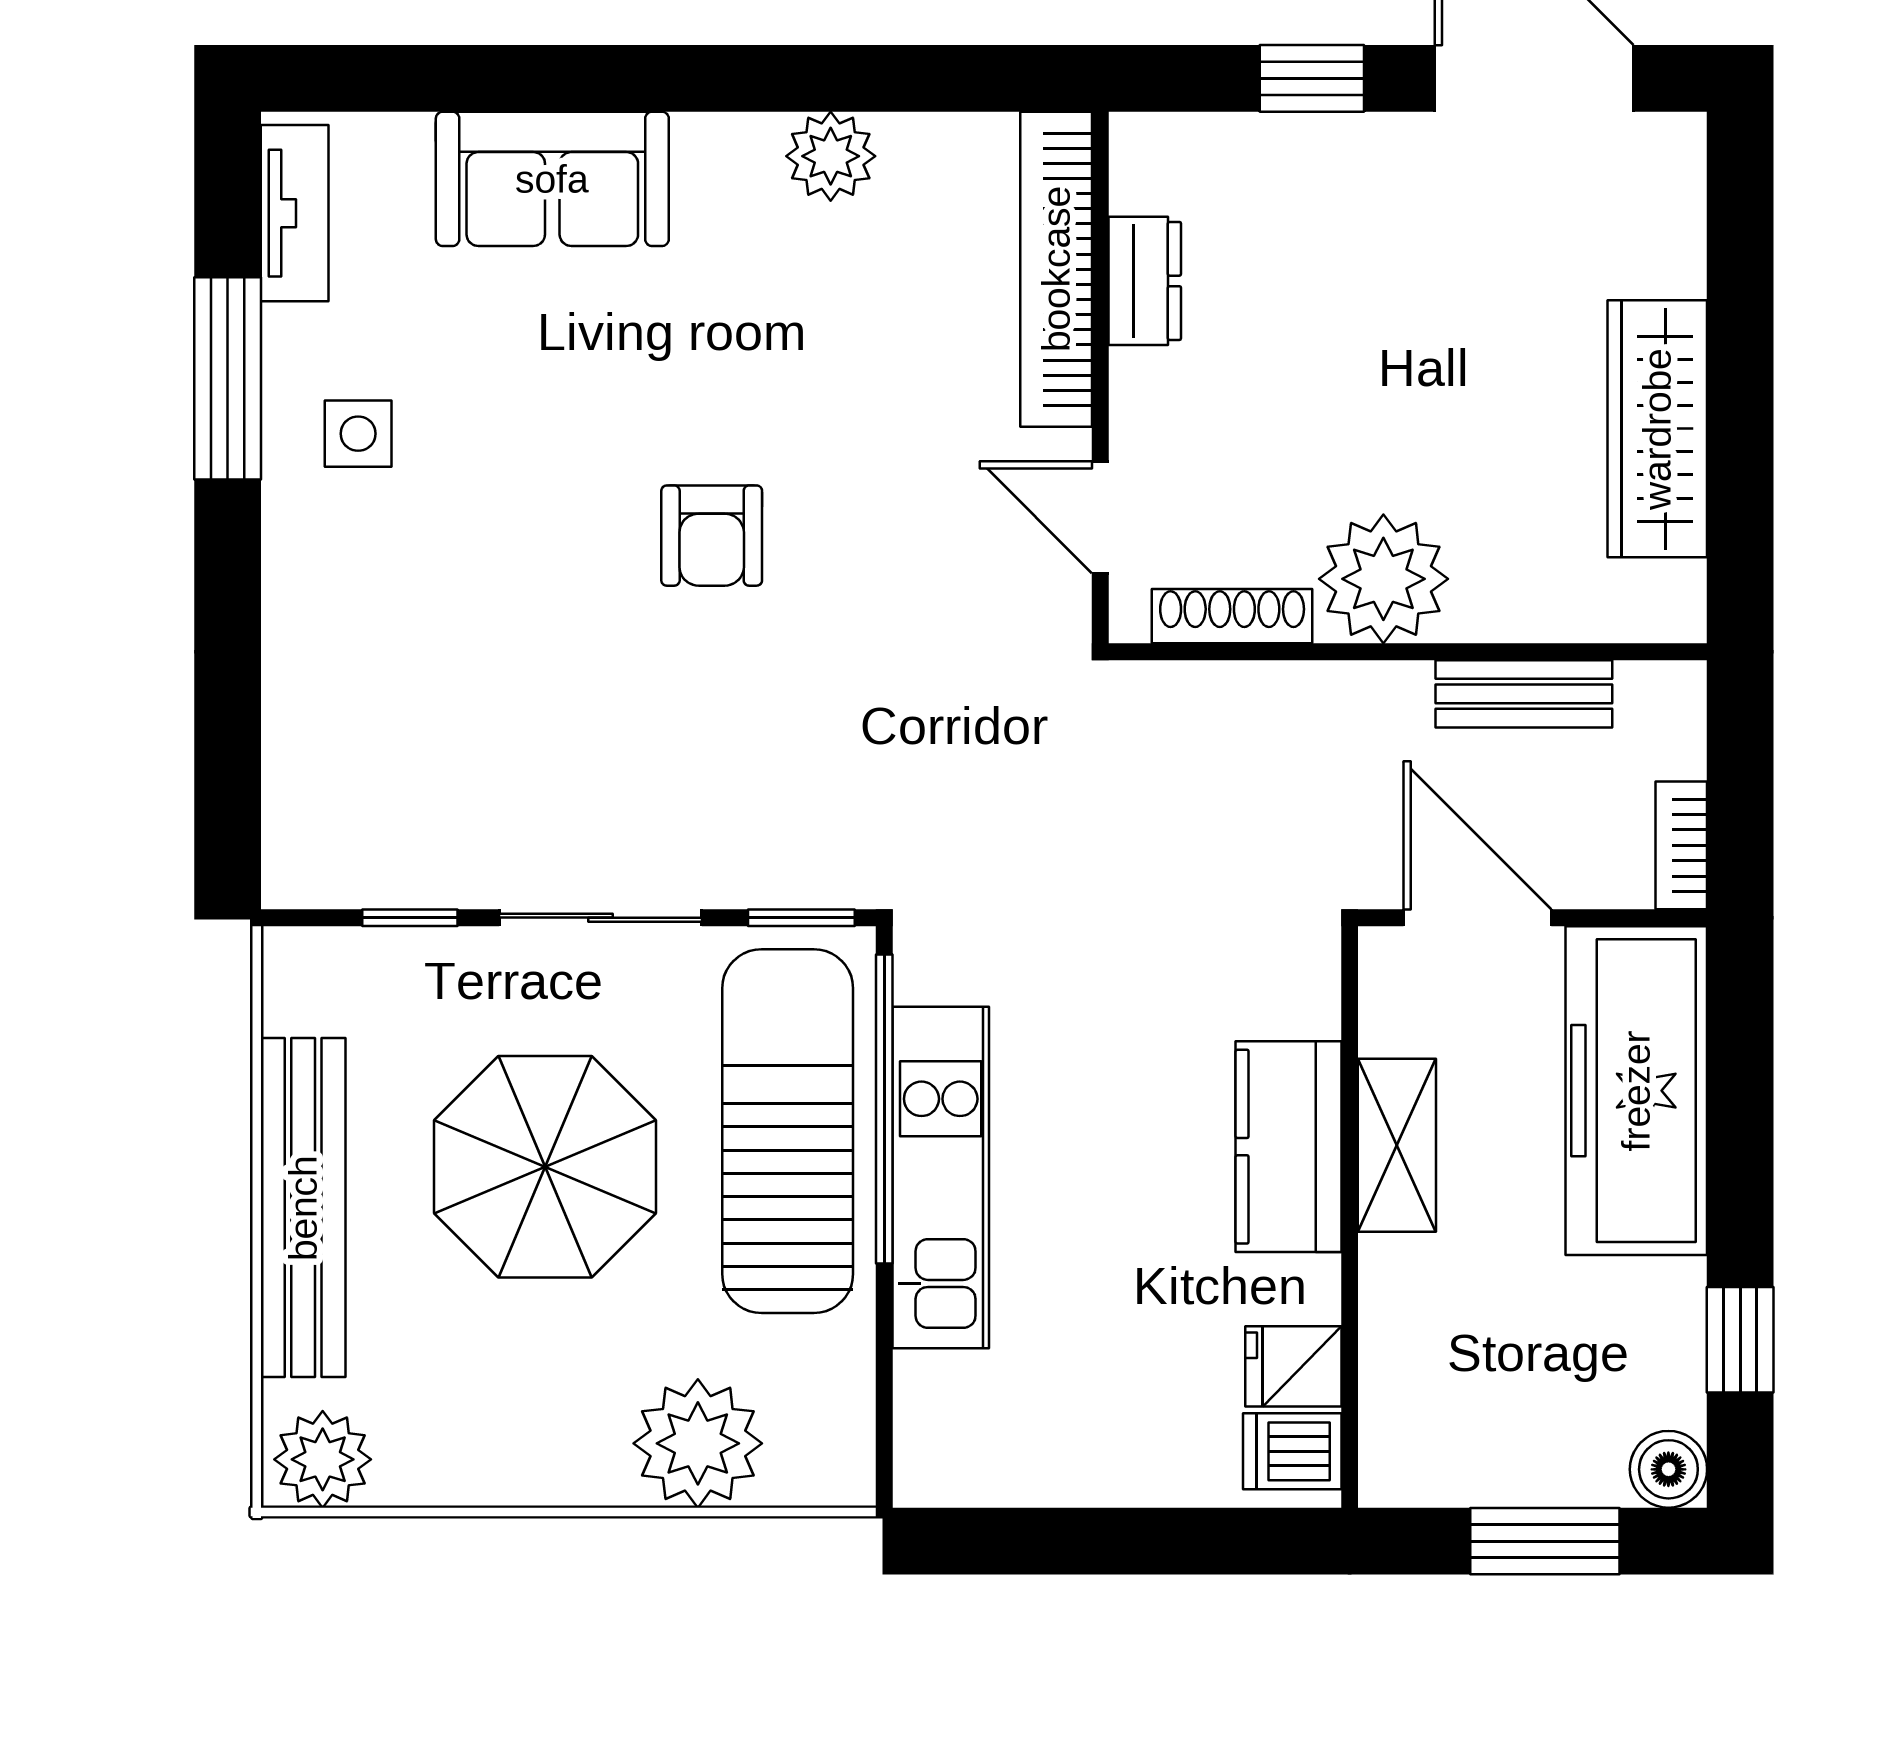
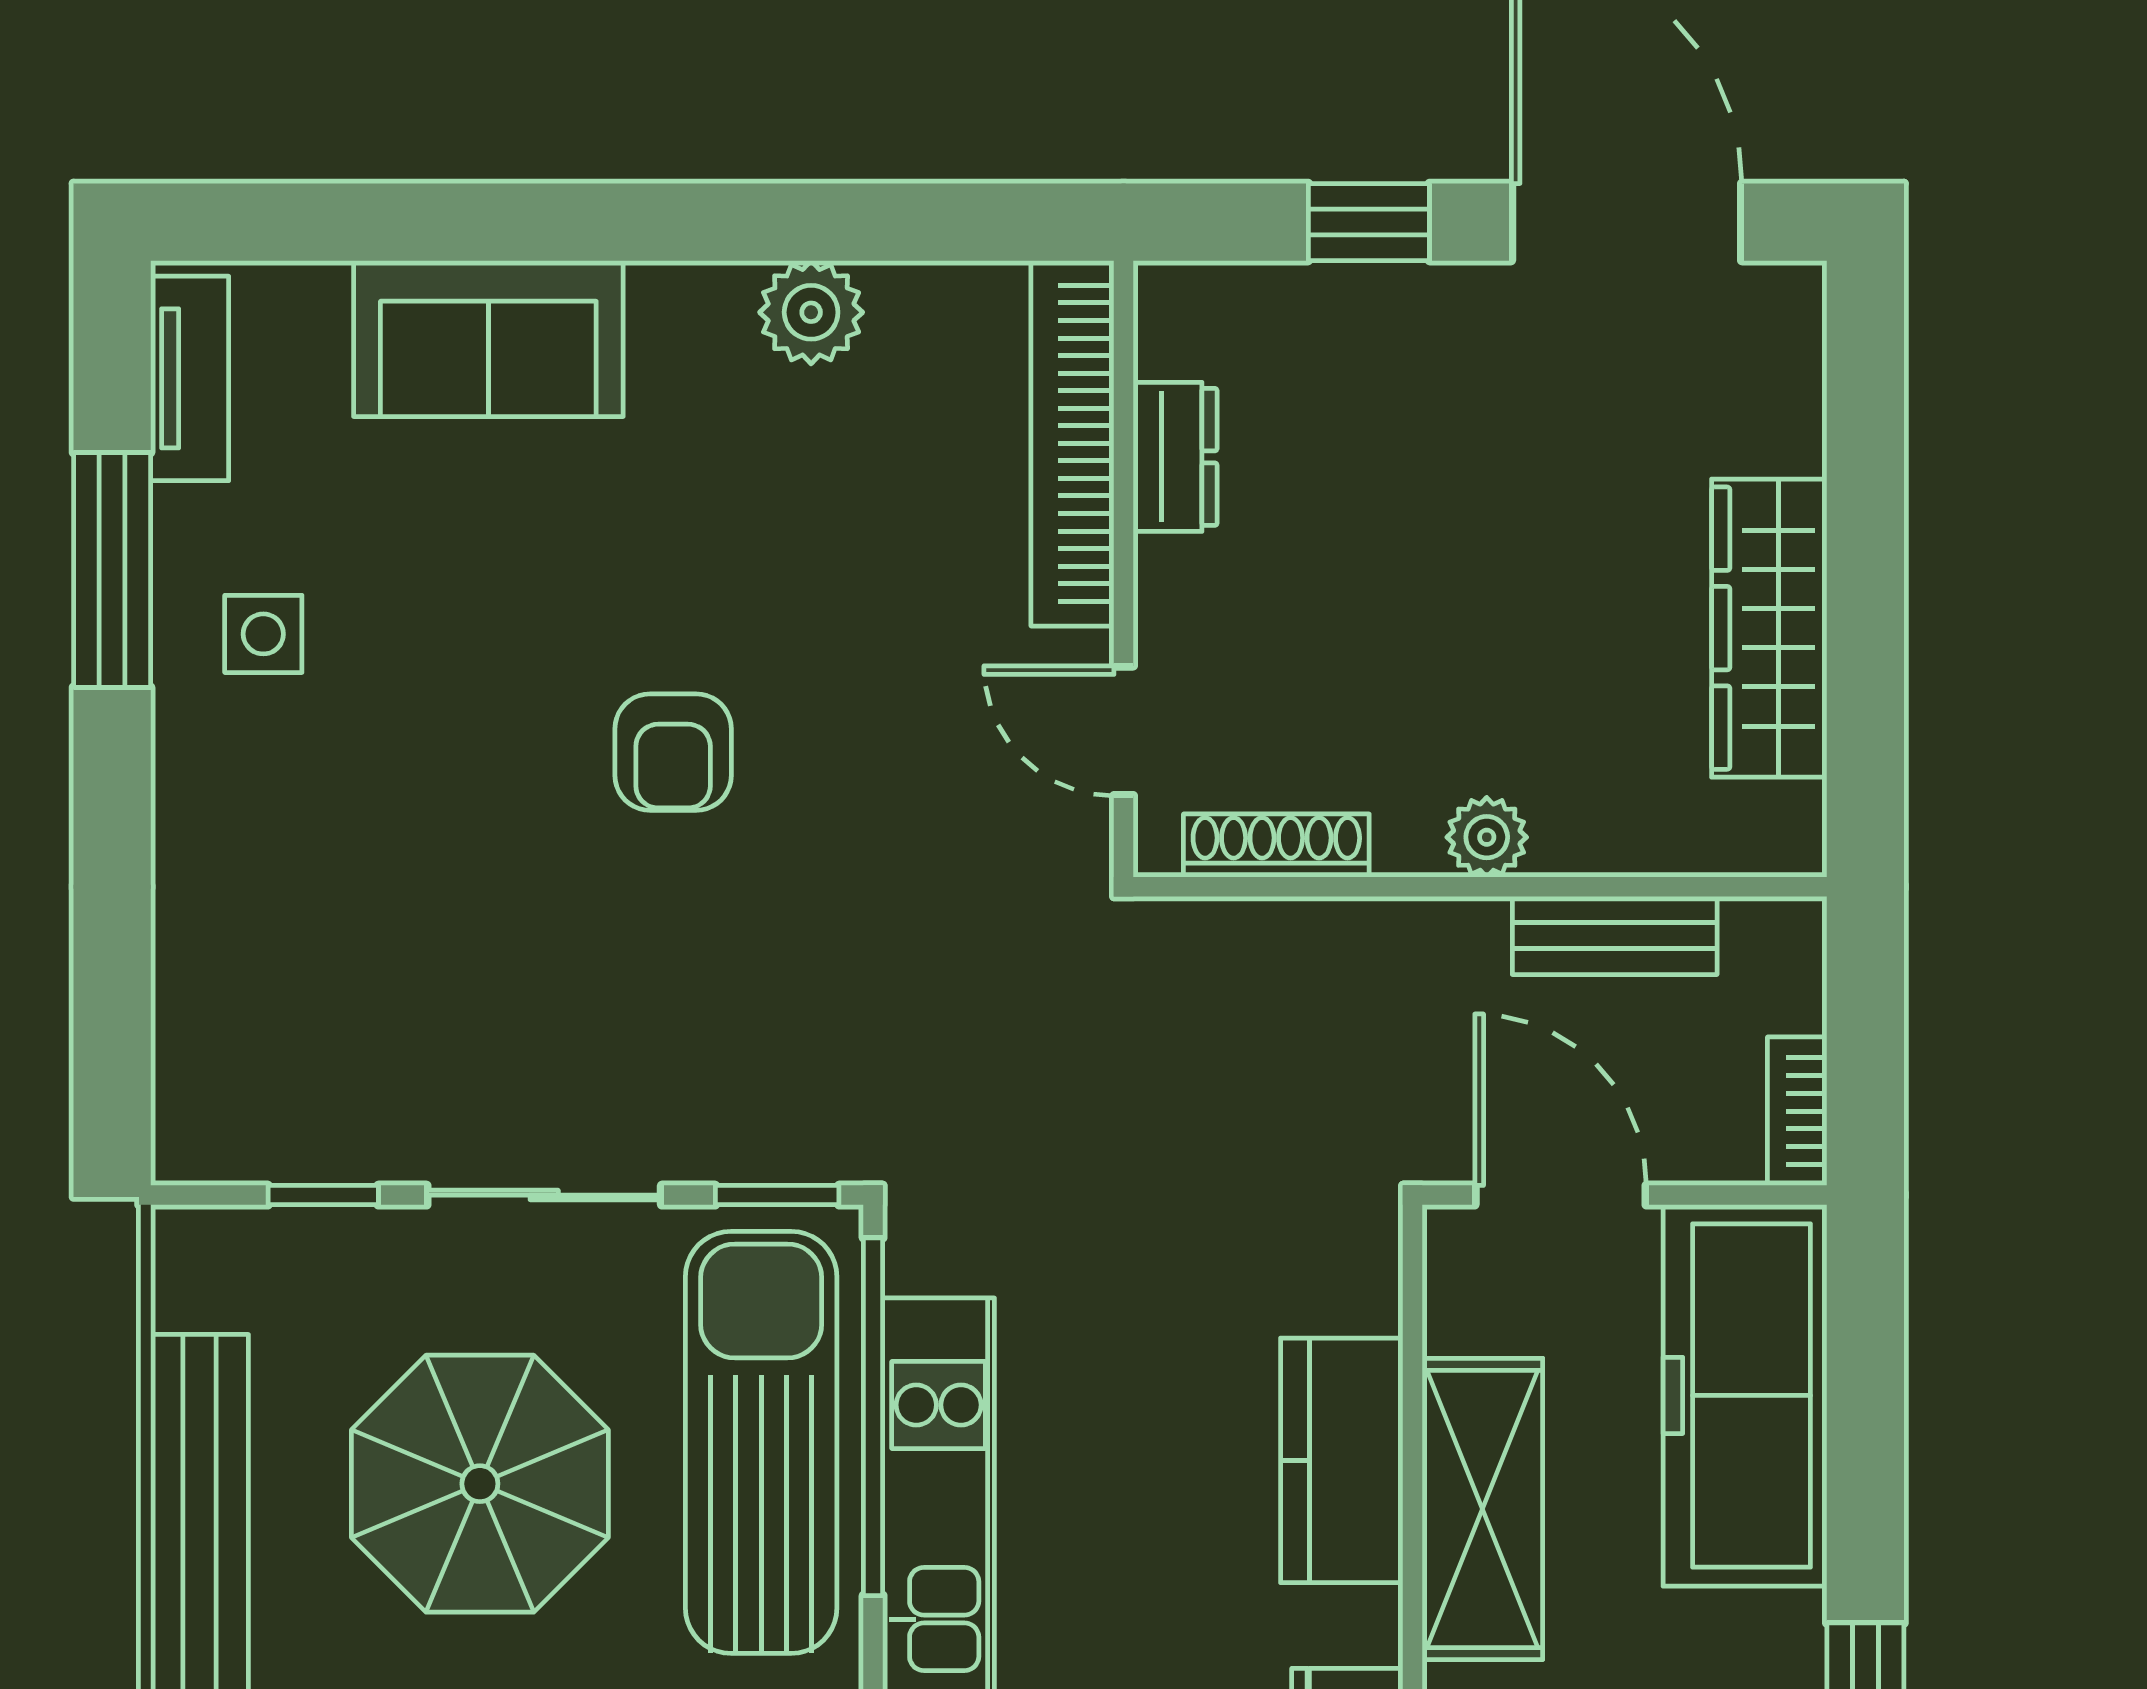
plant: (1383, 579) -> (1487, 837), width x0.53, depth x0.53
shelving: (1397, 1145) -> (1482, 1509), width x1.50, depth x1.33

